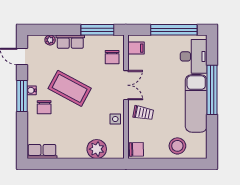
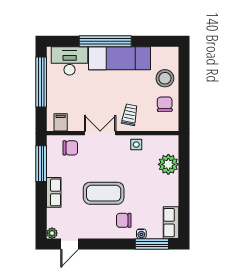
plant: (50, 40) -> (52, 233), moved
coffee table: (70, 88) -> (104, 193), turned 62
water cooler: (32, 90) -> (141, 234), moved
window: (22, 96) -> (152, 244), moved
chair: (44, 107) -> (124, 220), turned 180
chair: (136, 149) -> (165, 104), moved

